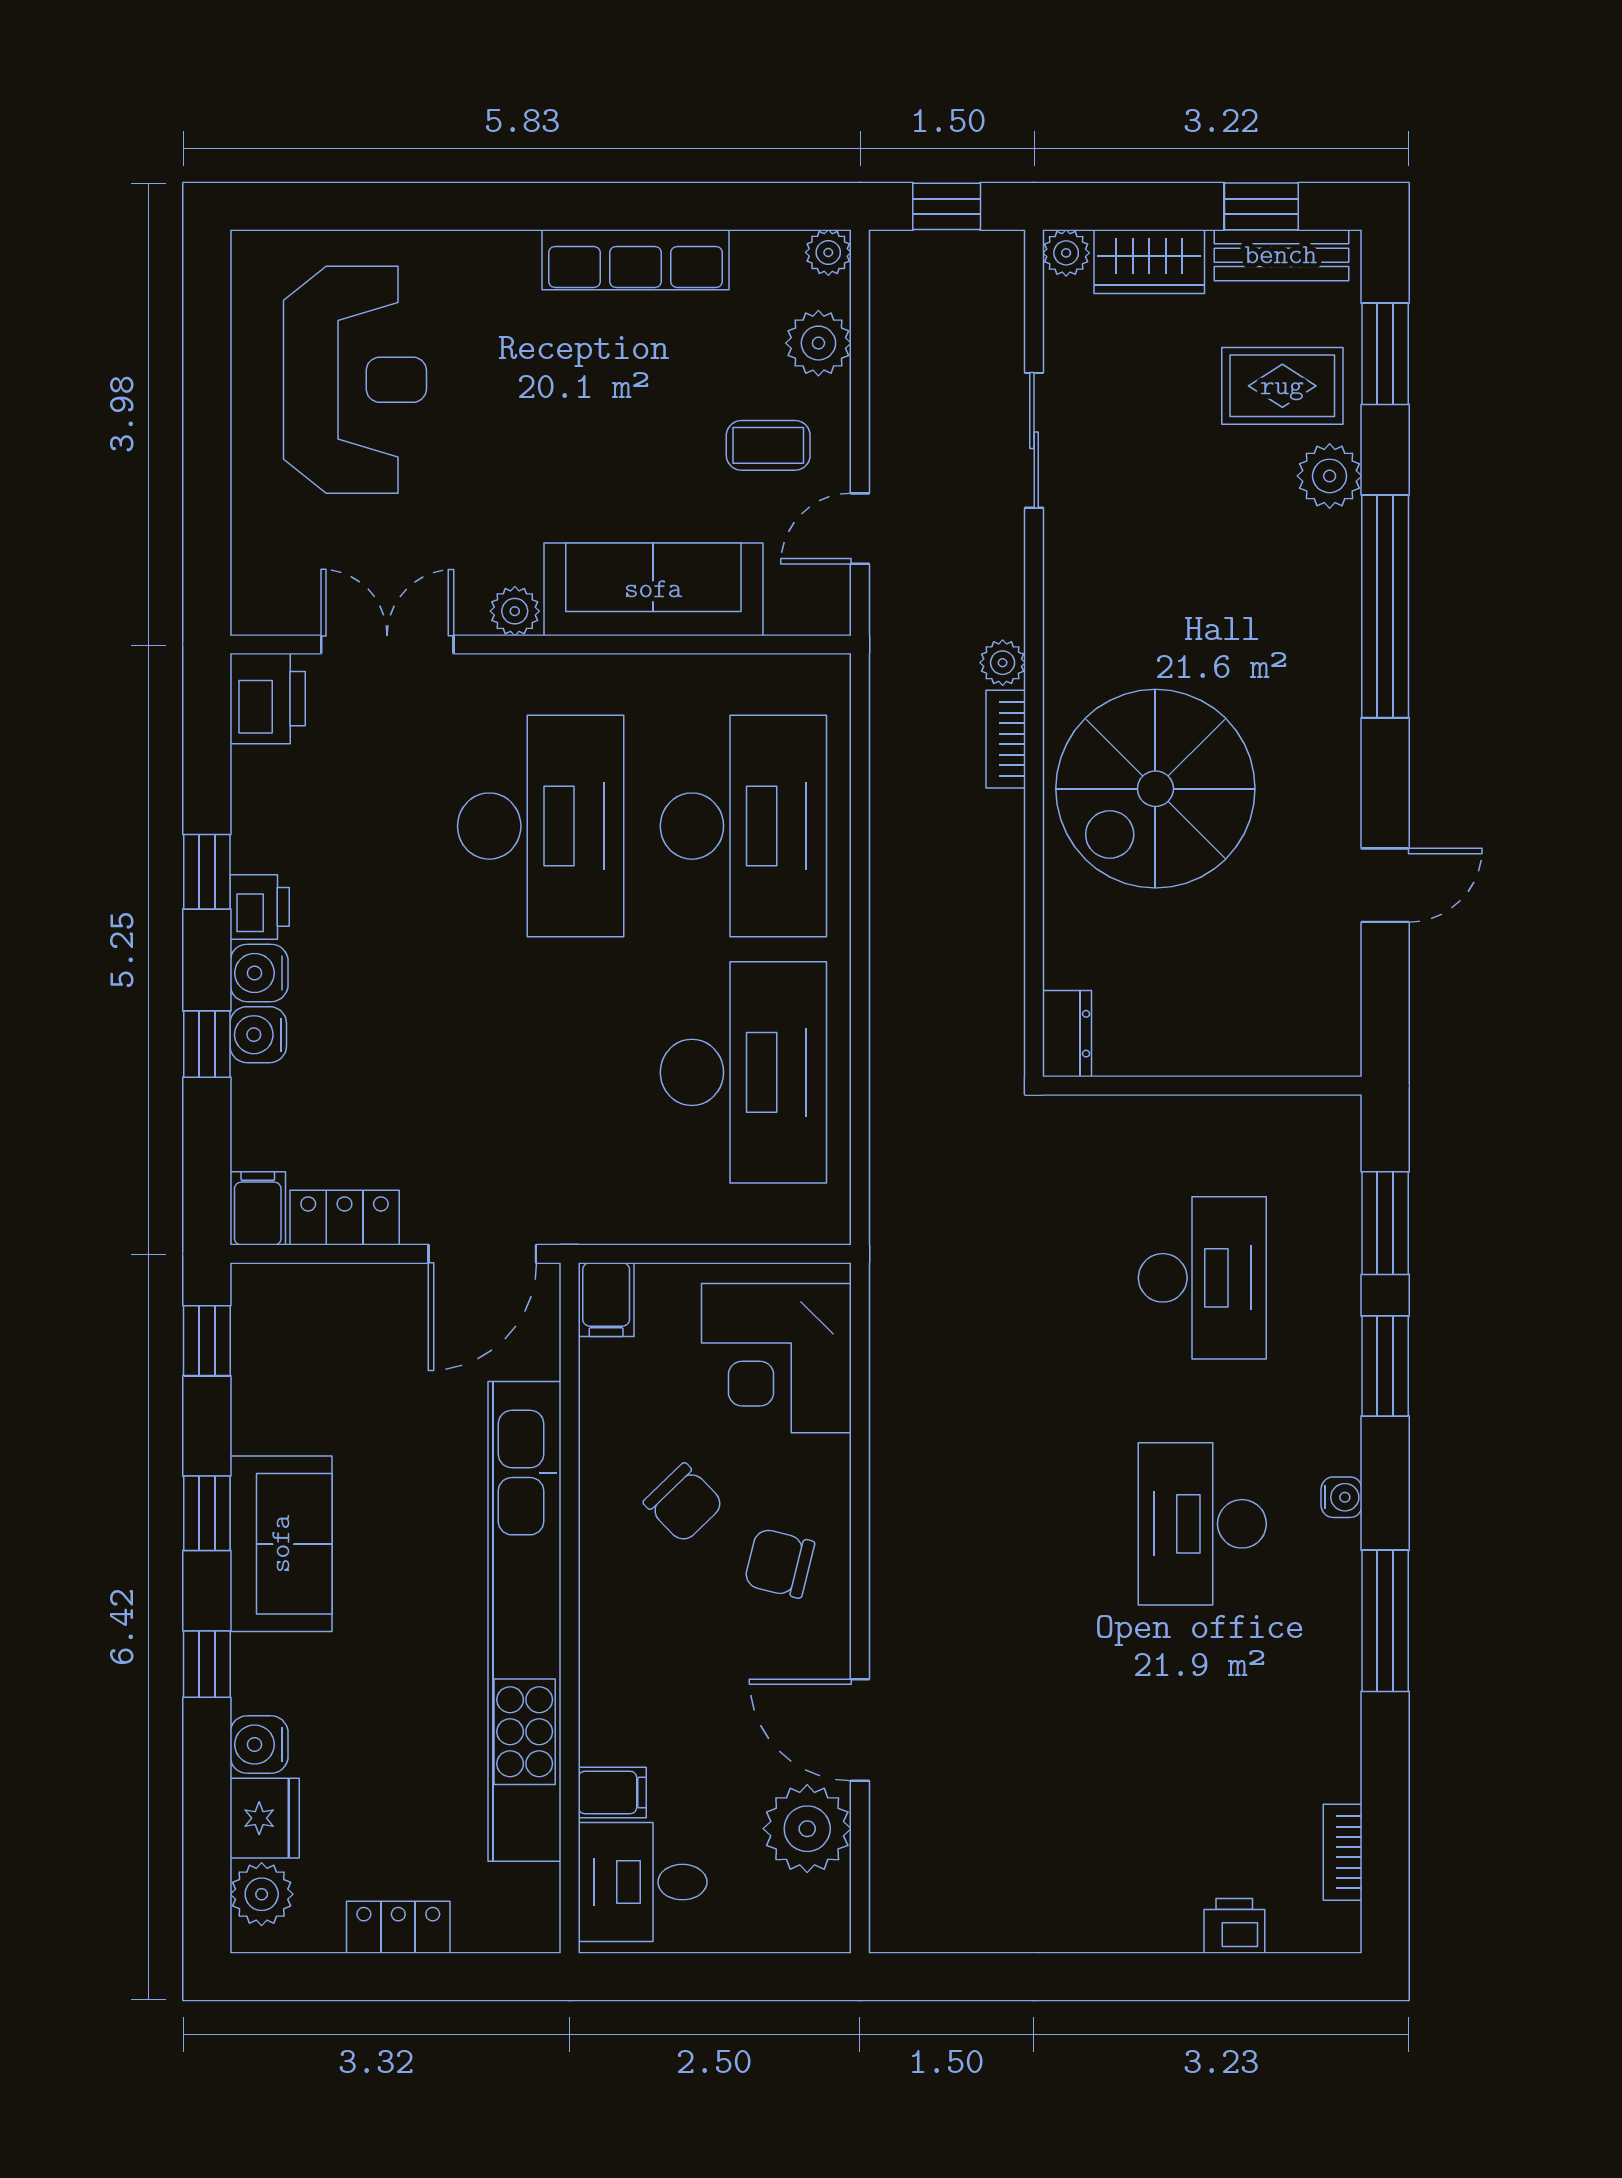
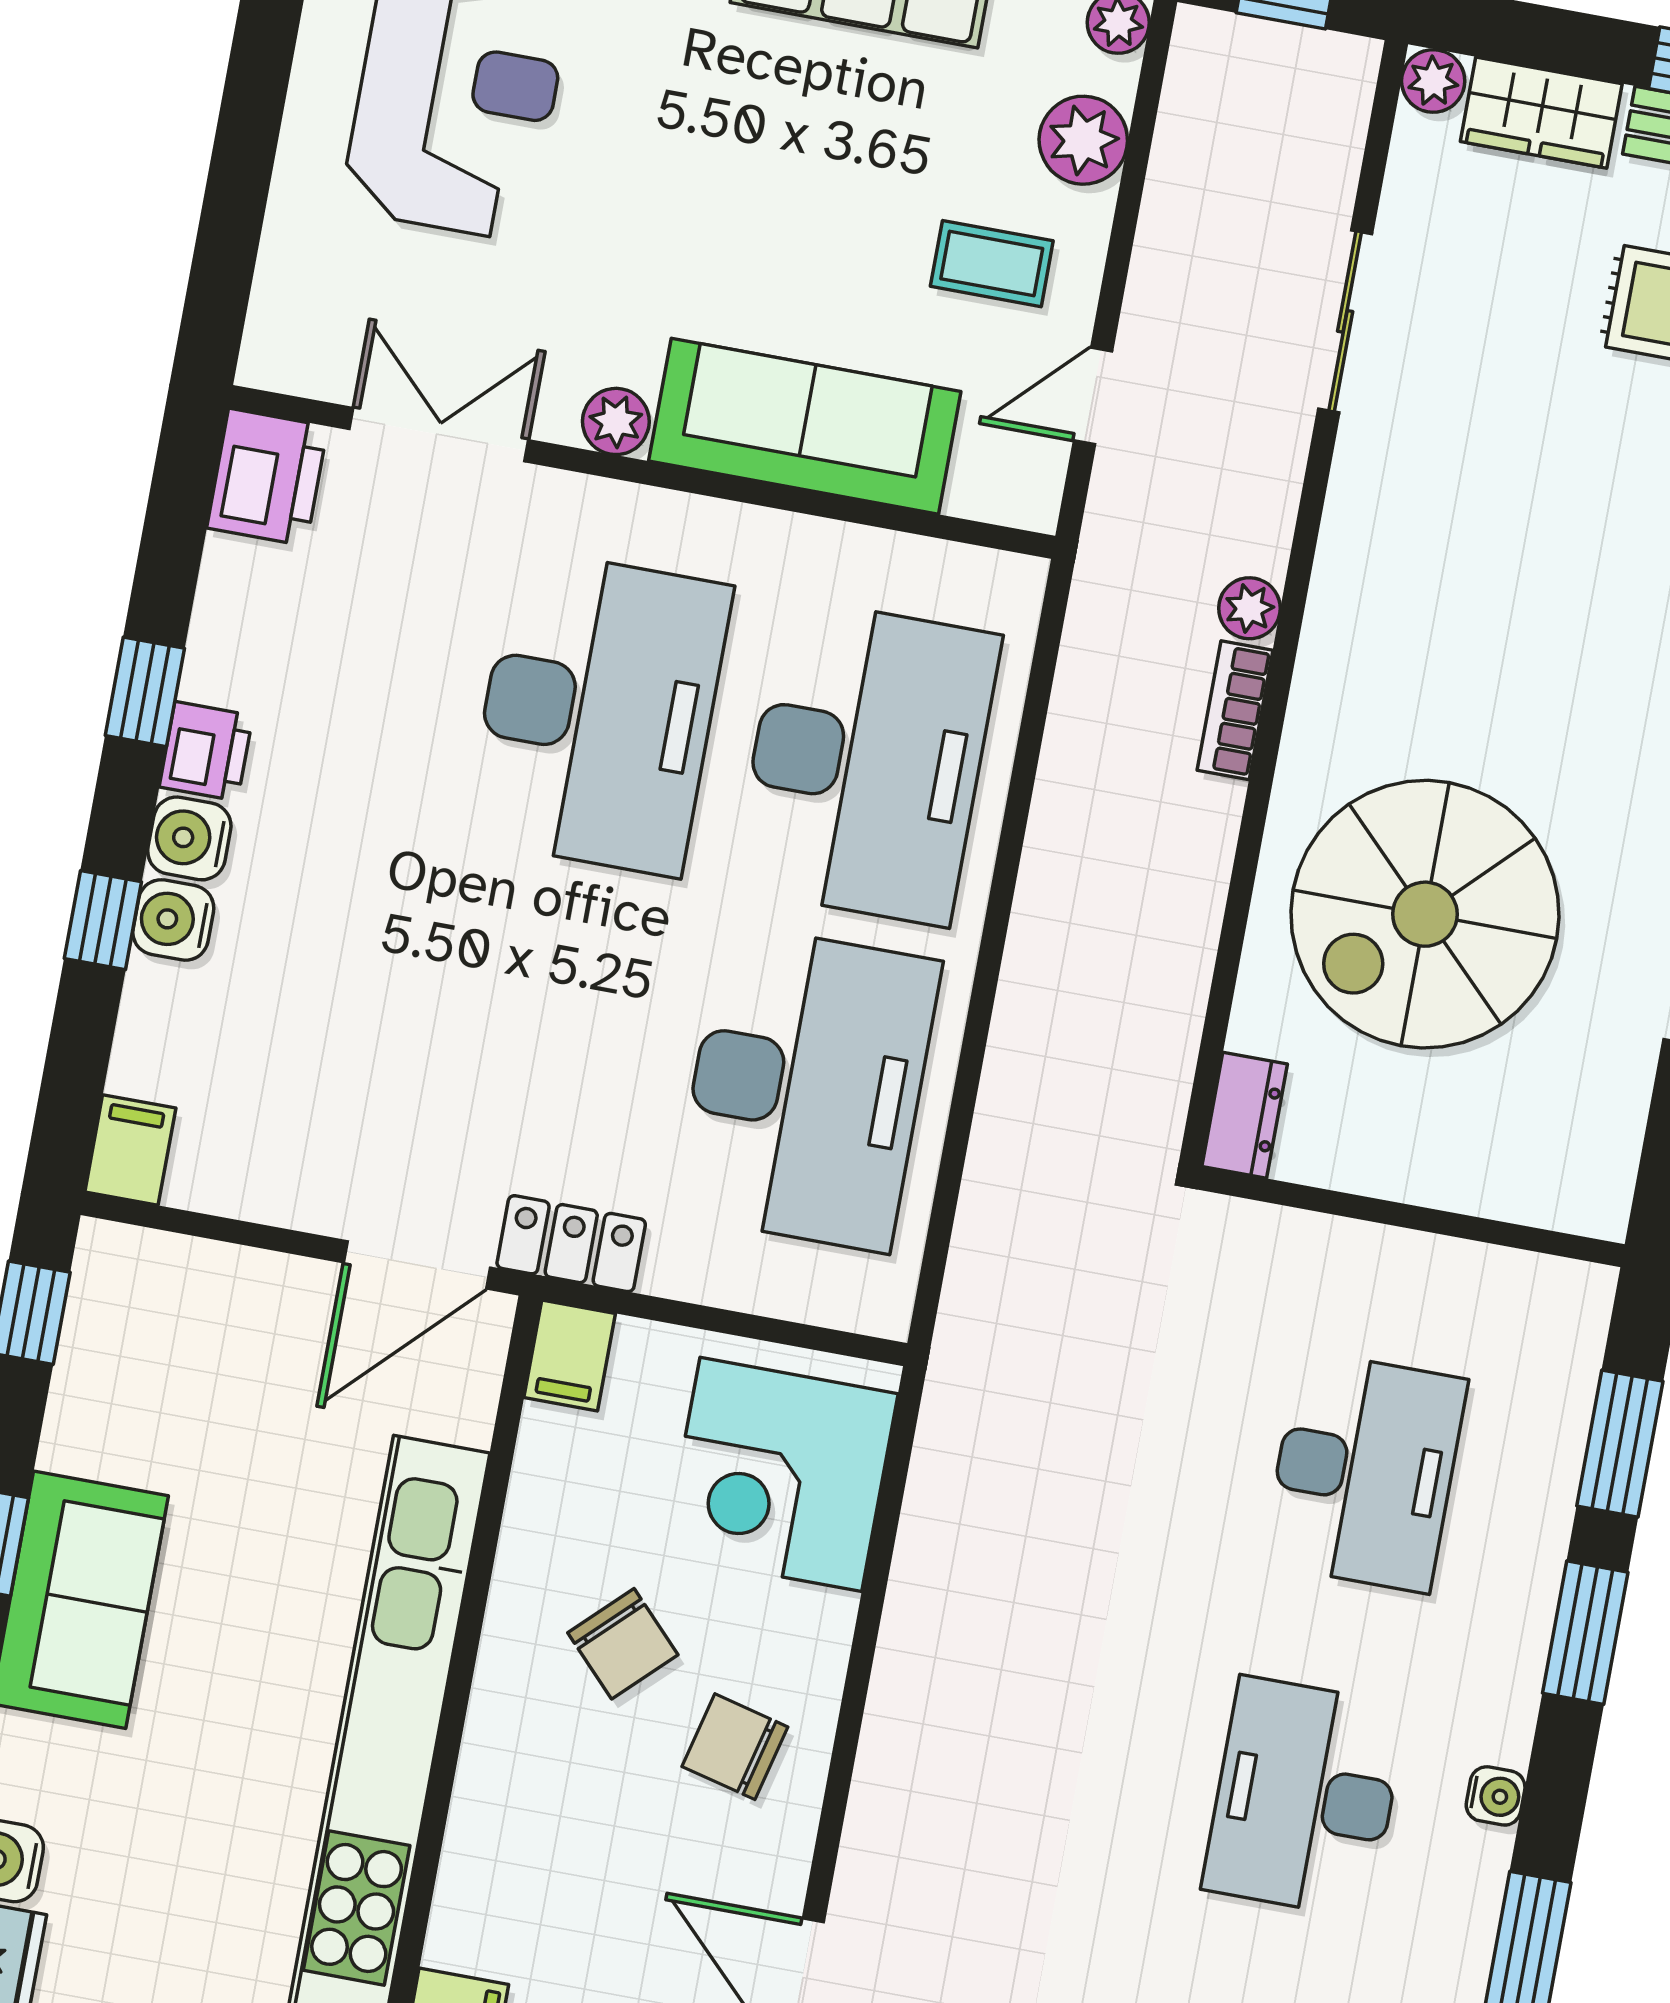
spiral stairs: (1155, 789) -> (1425, 914), moved
locker: (345, 1218) -> (571, 1244), moved

